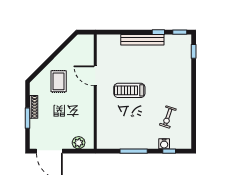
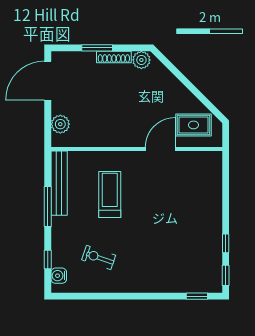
bench: (142, 40) -> (59, 183), moved
rug: (59, 81) -> (193, 125), moved
plant: (36, 88) -> (141, 60), added
treadmill: (129, 90) -> (110, 194), moved
water cooler: (164, 144) -> (59, 276), moved

